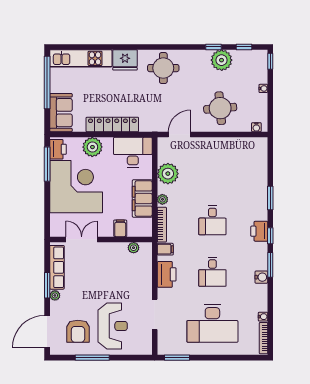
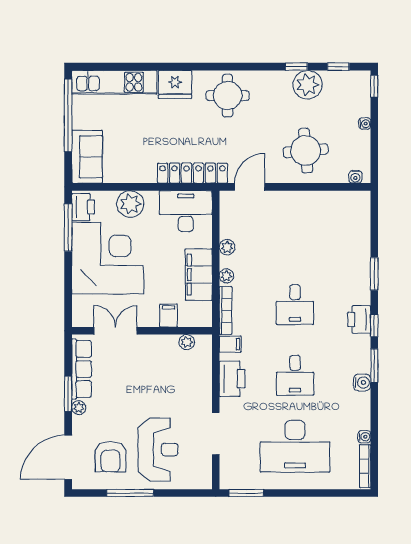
locker: (112, 125) -> (192, 173), moved
plant: (168, 174) -> (227, 247), width x0.53, depth x0.53

